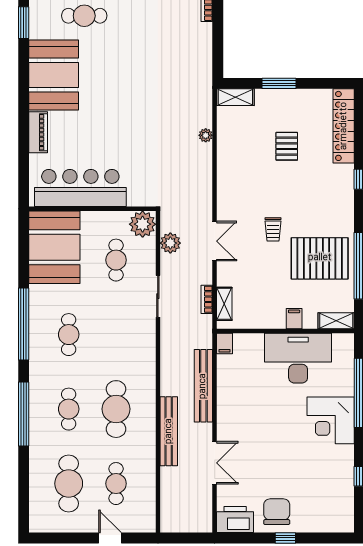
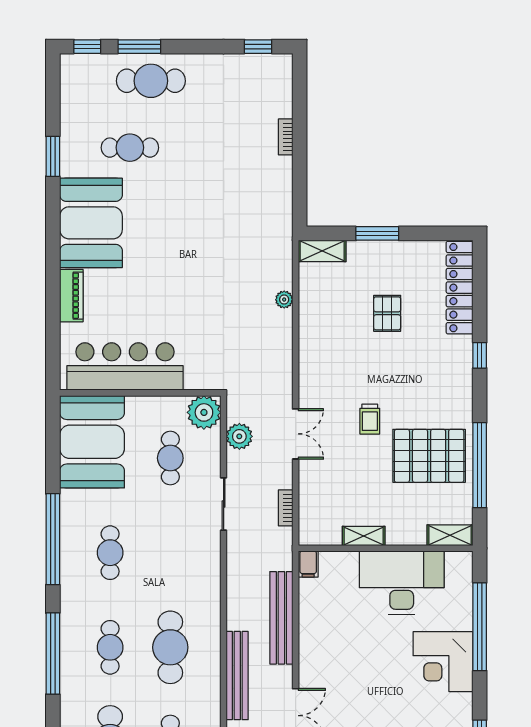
shelving: (224, 304) -> (364, 536), moved, turned 90
filing cabinet: (294, 319) -> (397, 532), removed

